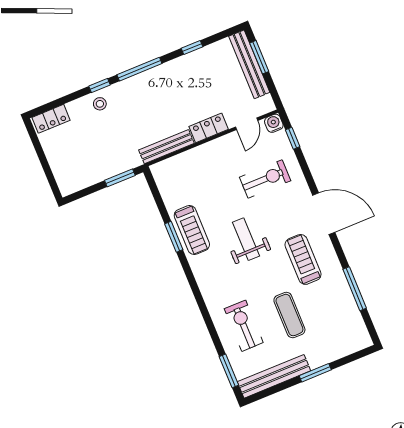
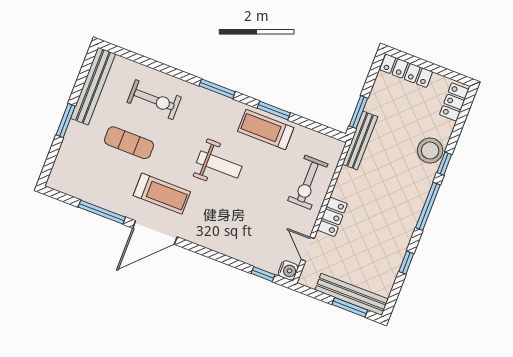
stool: (100, 104) -> (430, 151), width x1.89, depth x1.89
bench: (166, 147) -> (360, 140), moved
locker: (61, 172) -> (406, 71), added
exercise bike: (265, 179) -> (308, 182), moved
door: (324, 214) -> (155, 233), moved
window: (229, 371) -> (217, 89), moved

